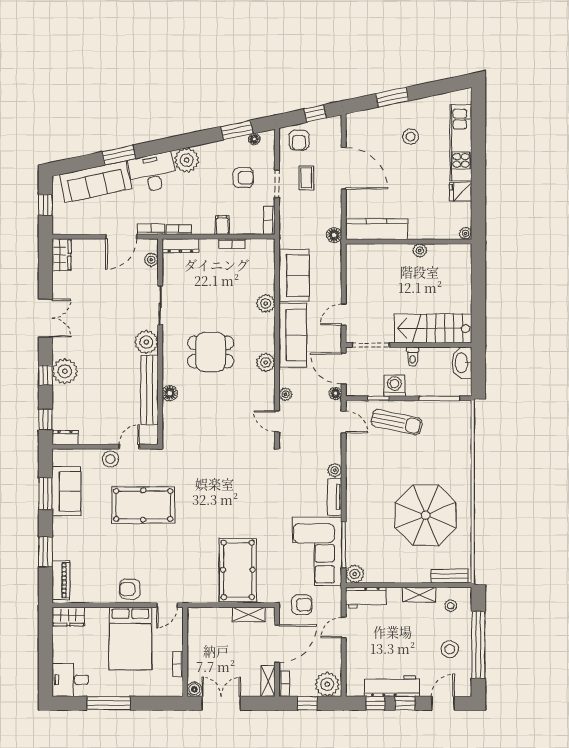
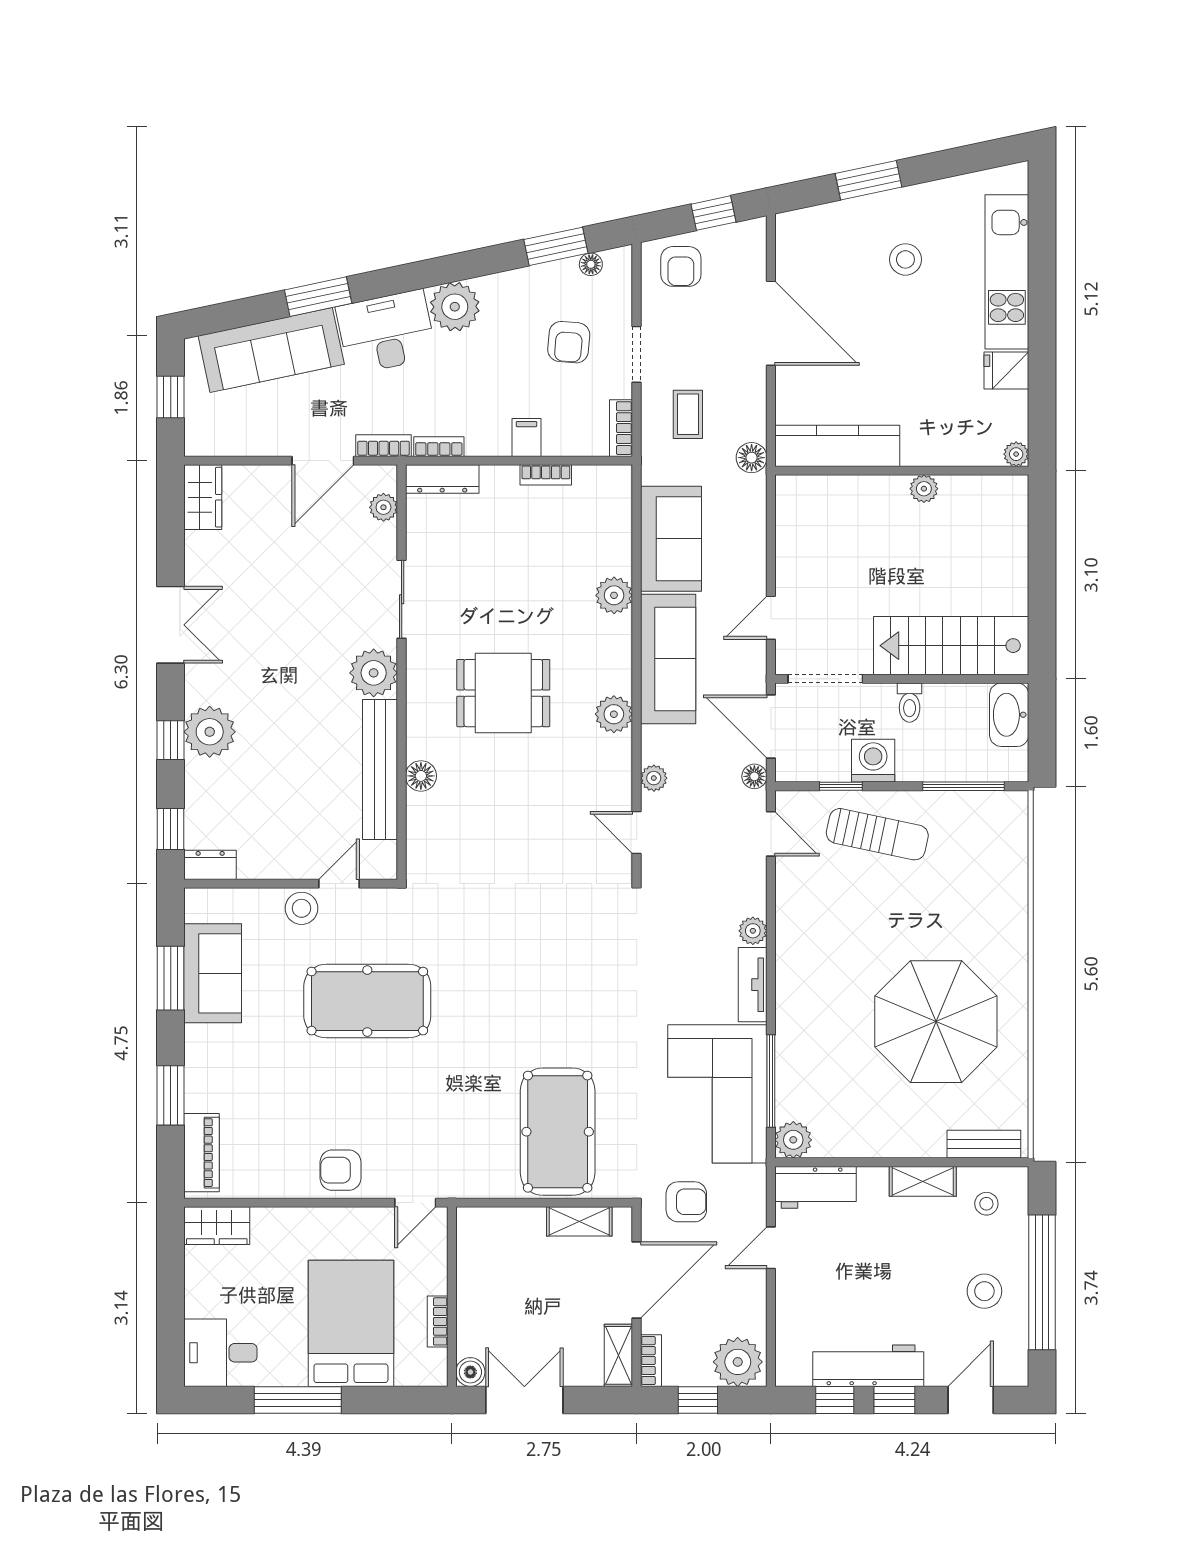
armchair: (243, 178) -> (569, 342), turned 95
coffee table: (306, 178) -> (688, 414), moved
bed: (130, 638) -> (351, 1323), moved, turned 180

